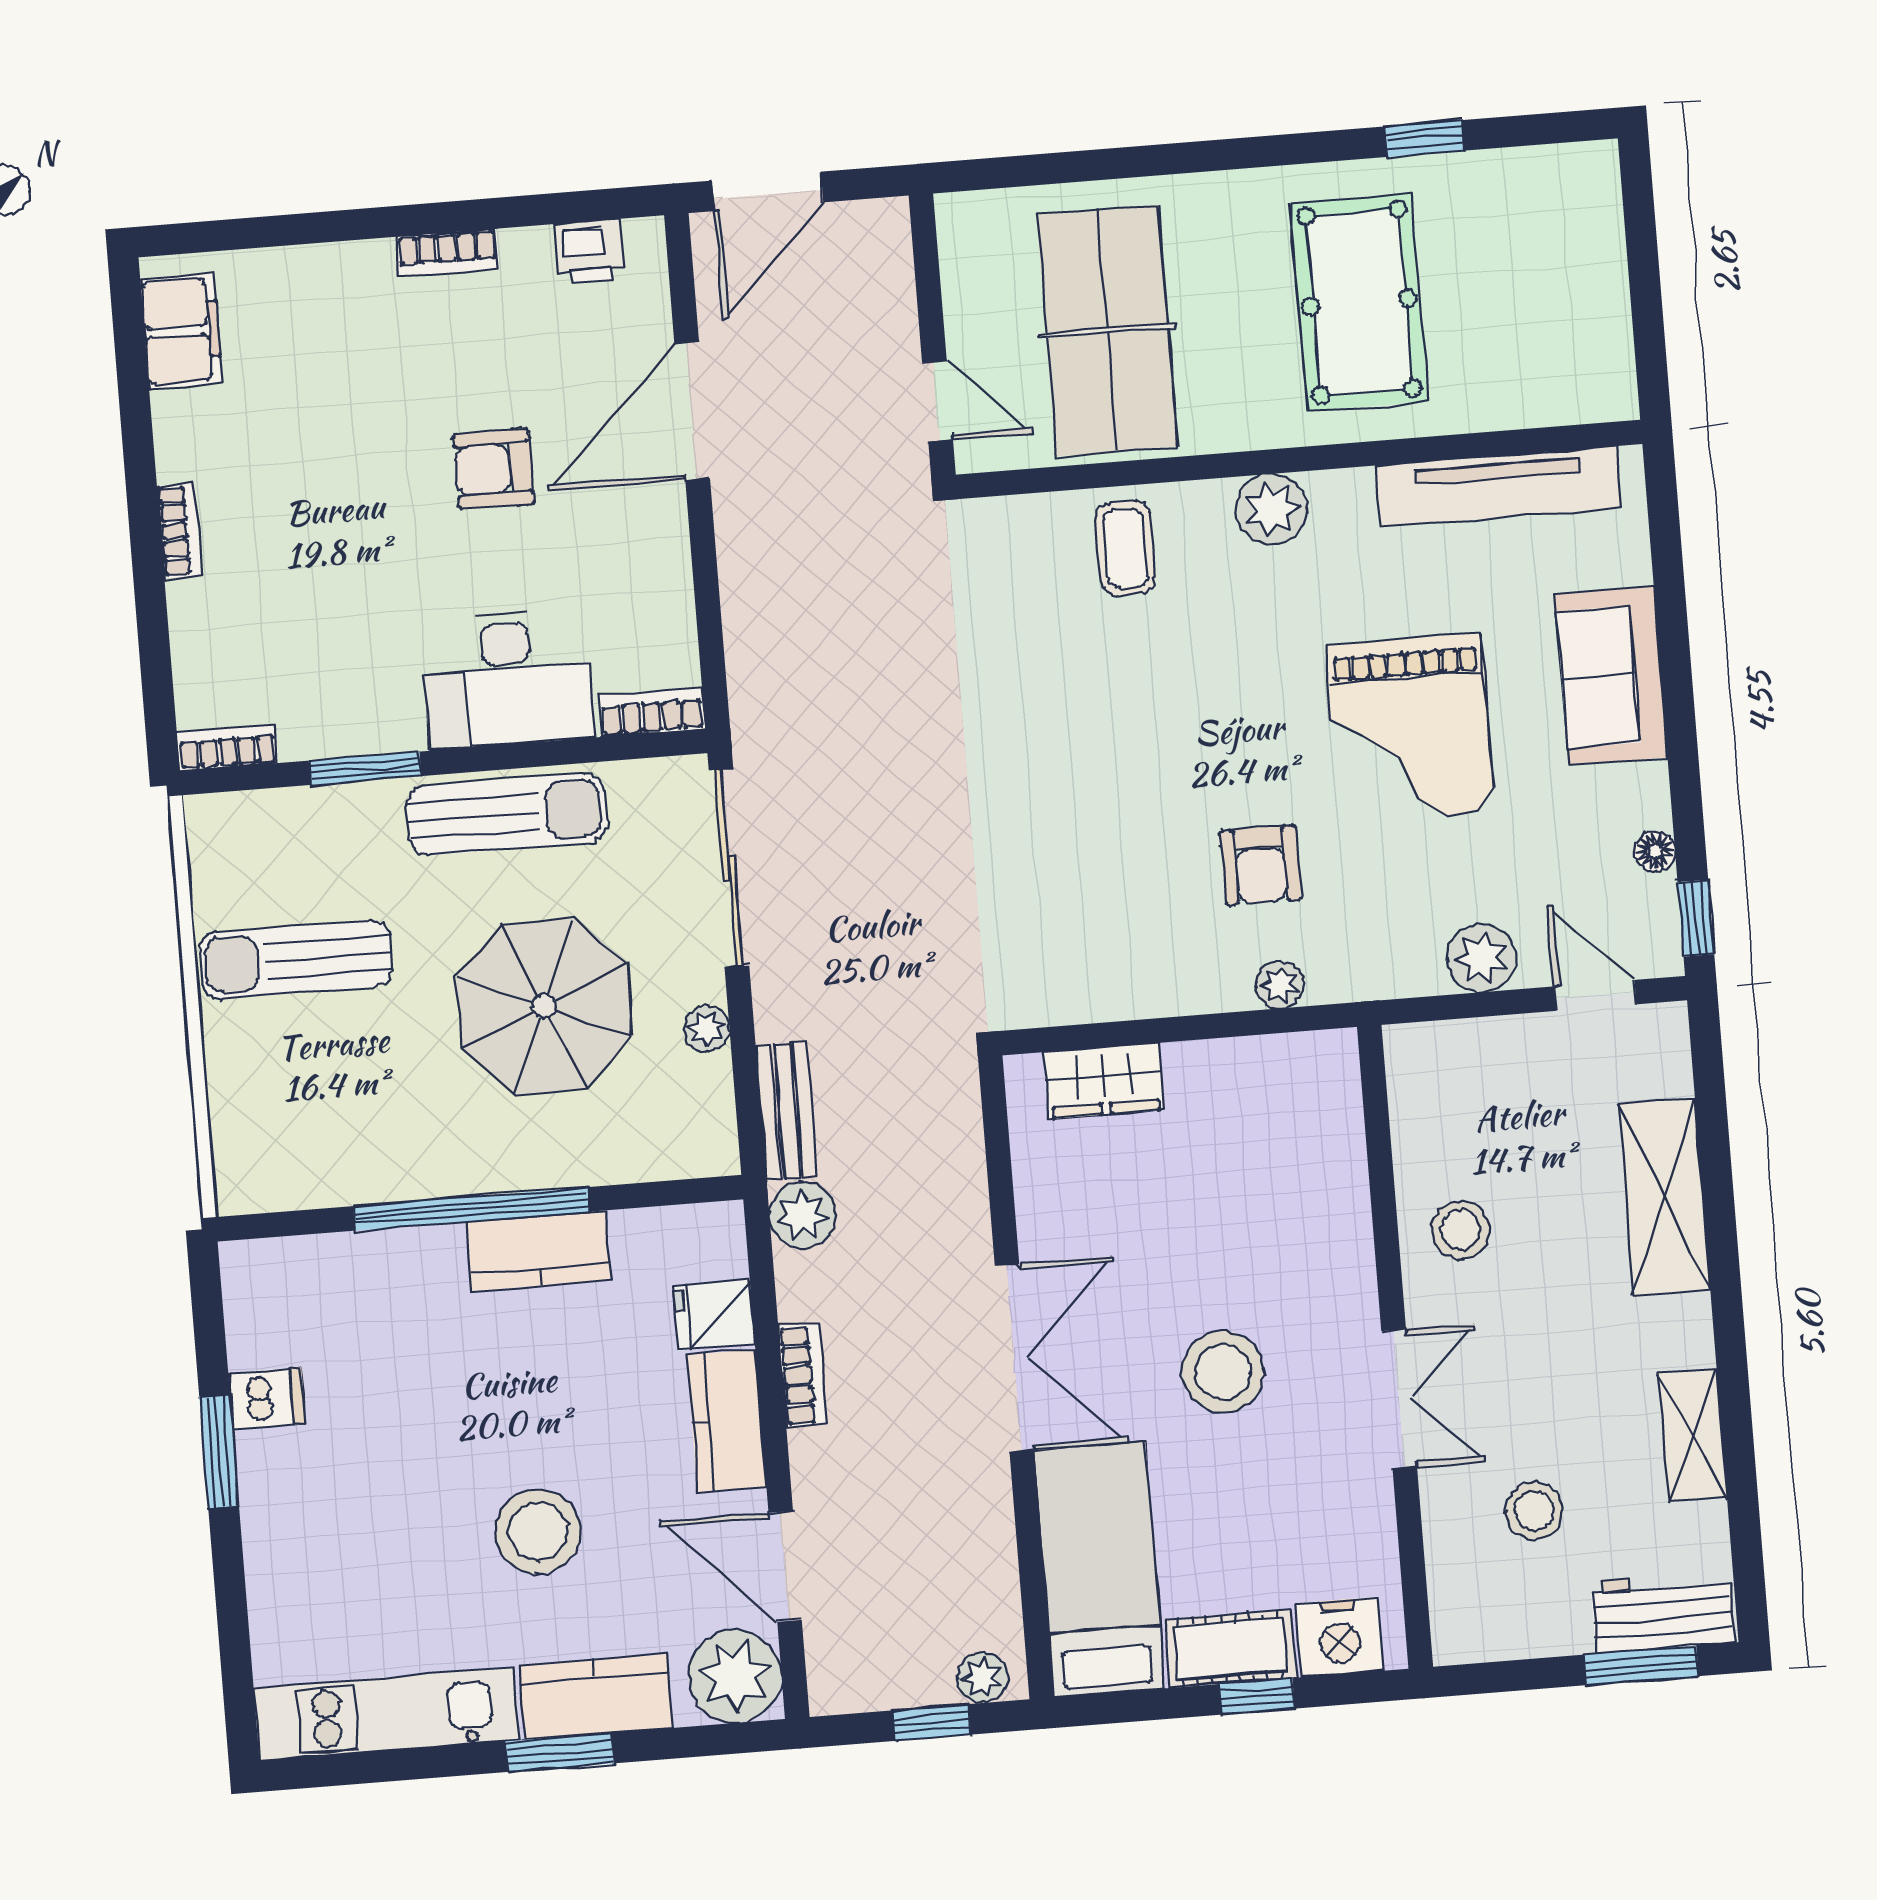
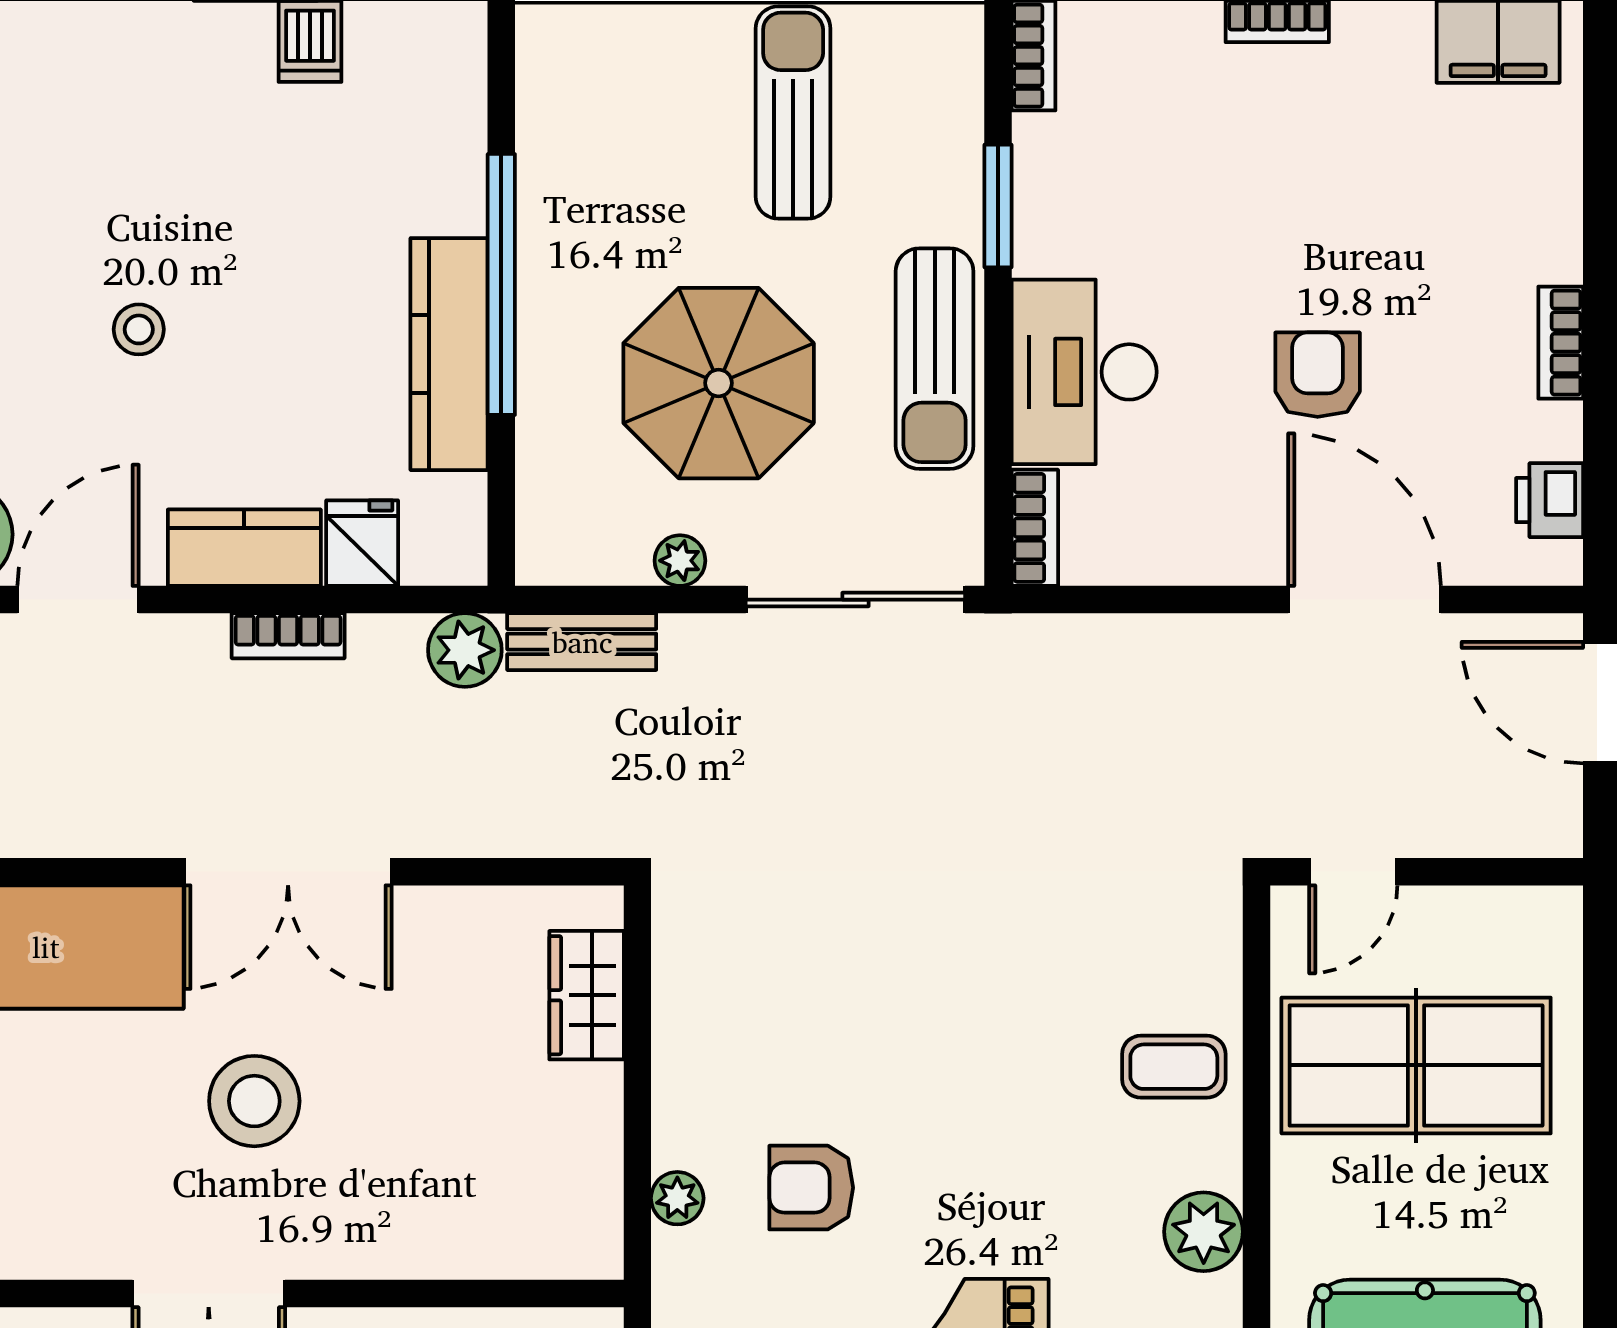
kitchen counter: (538, 1251) -> (449, 354), width x1.50
stool: (538, 1531) -> (139, 329), width x0.53, depth x0.53

